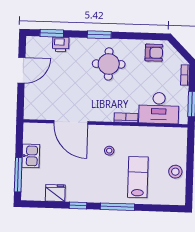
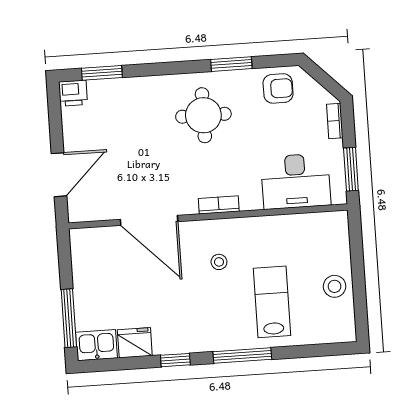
window: (99, 35) -> (231, 64), moved
printer: (61, 44) -> (73, 93), moved
door: (21, 70) -> (59, 175), moved
bookcase: (126, 118) -> (219, 205), moved
kitchen sink: (31, 156) -> (97, 345), moved, turned -90

